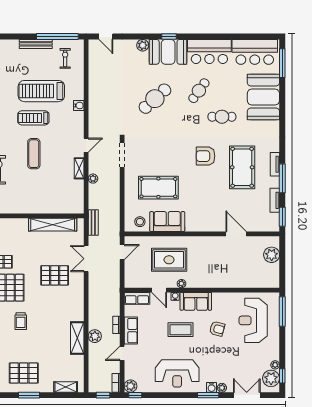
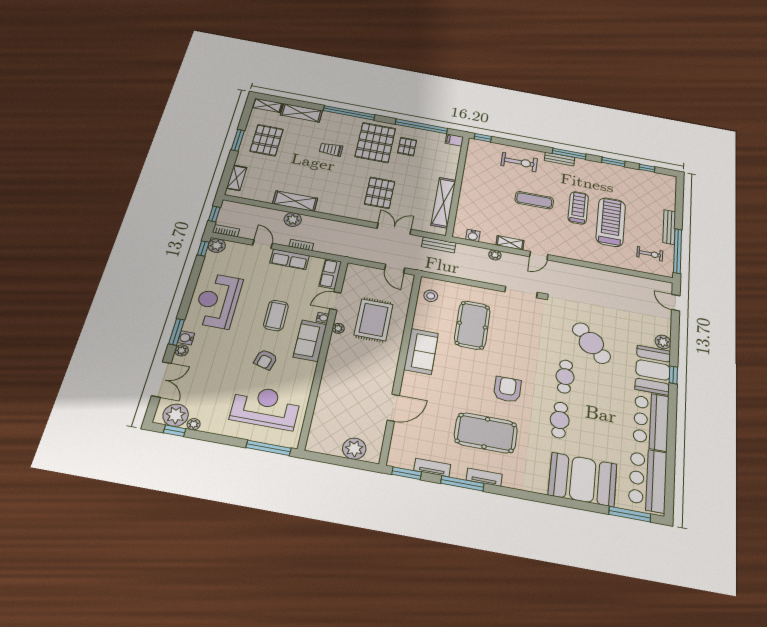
door: (106, 37) -> (676, 303), hinge flipped
cafe table: (199, 91) -> (565, 377), moved, turned 54
water cooler: (79, 105) -> (473, 236), moved
door: (86, 145) -> (539, 256), hinge flipped
sofa: (167, 222) -> (421, 351), moved

